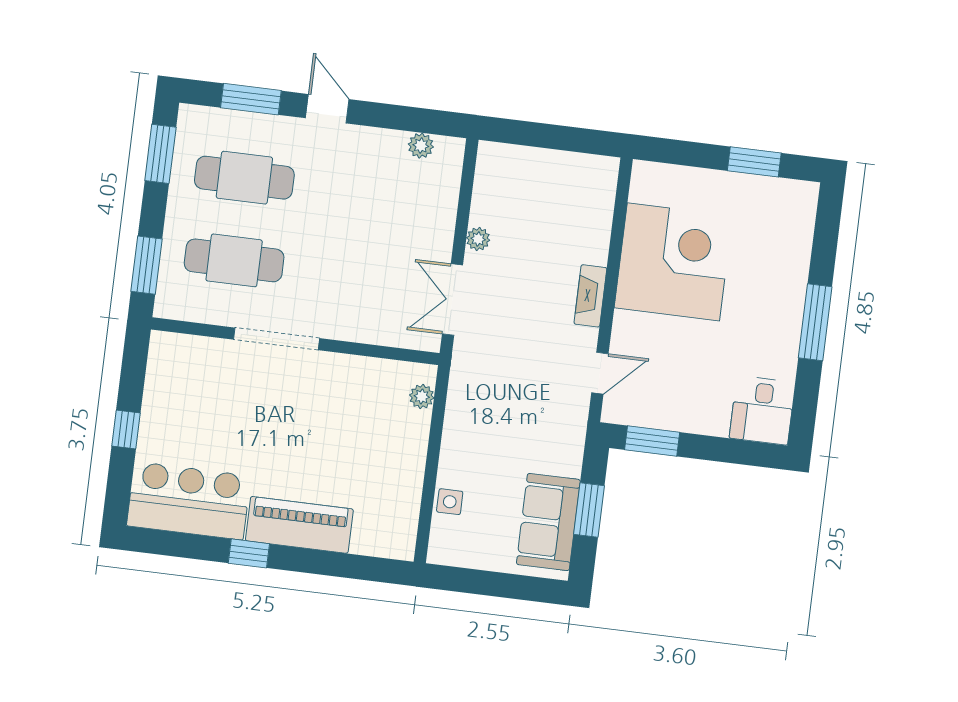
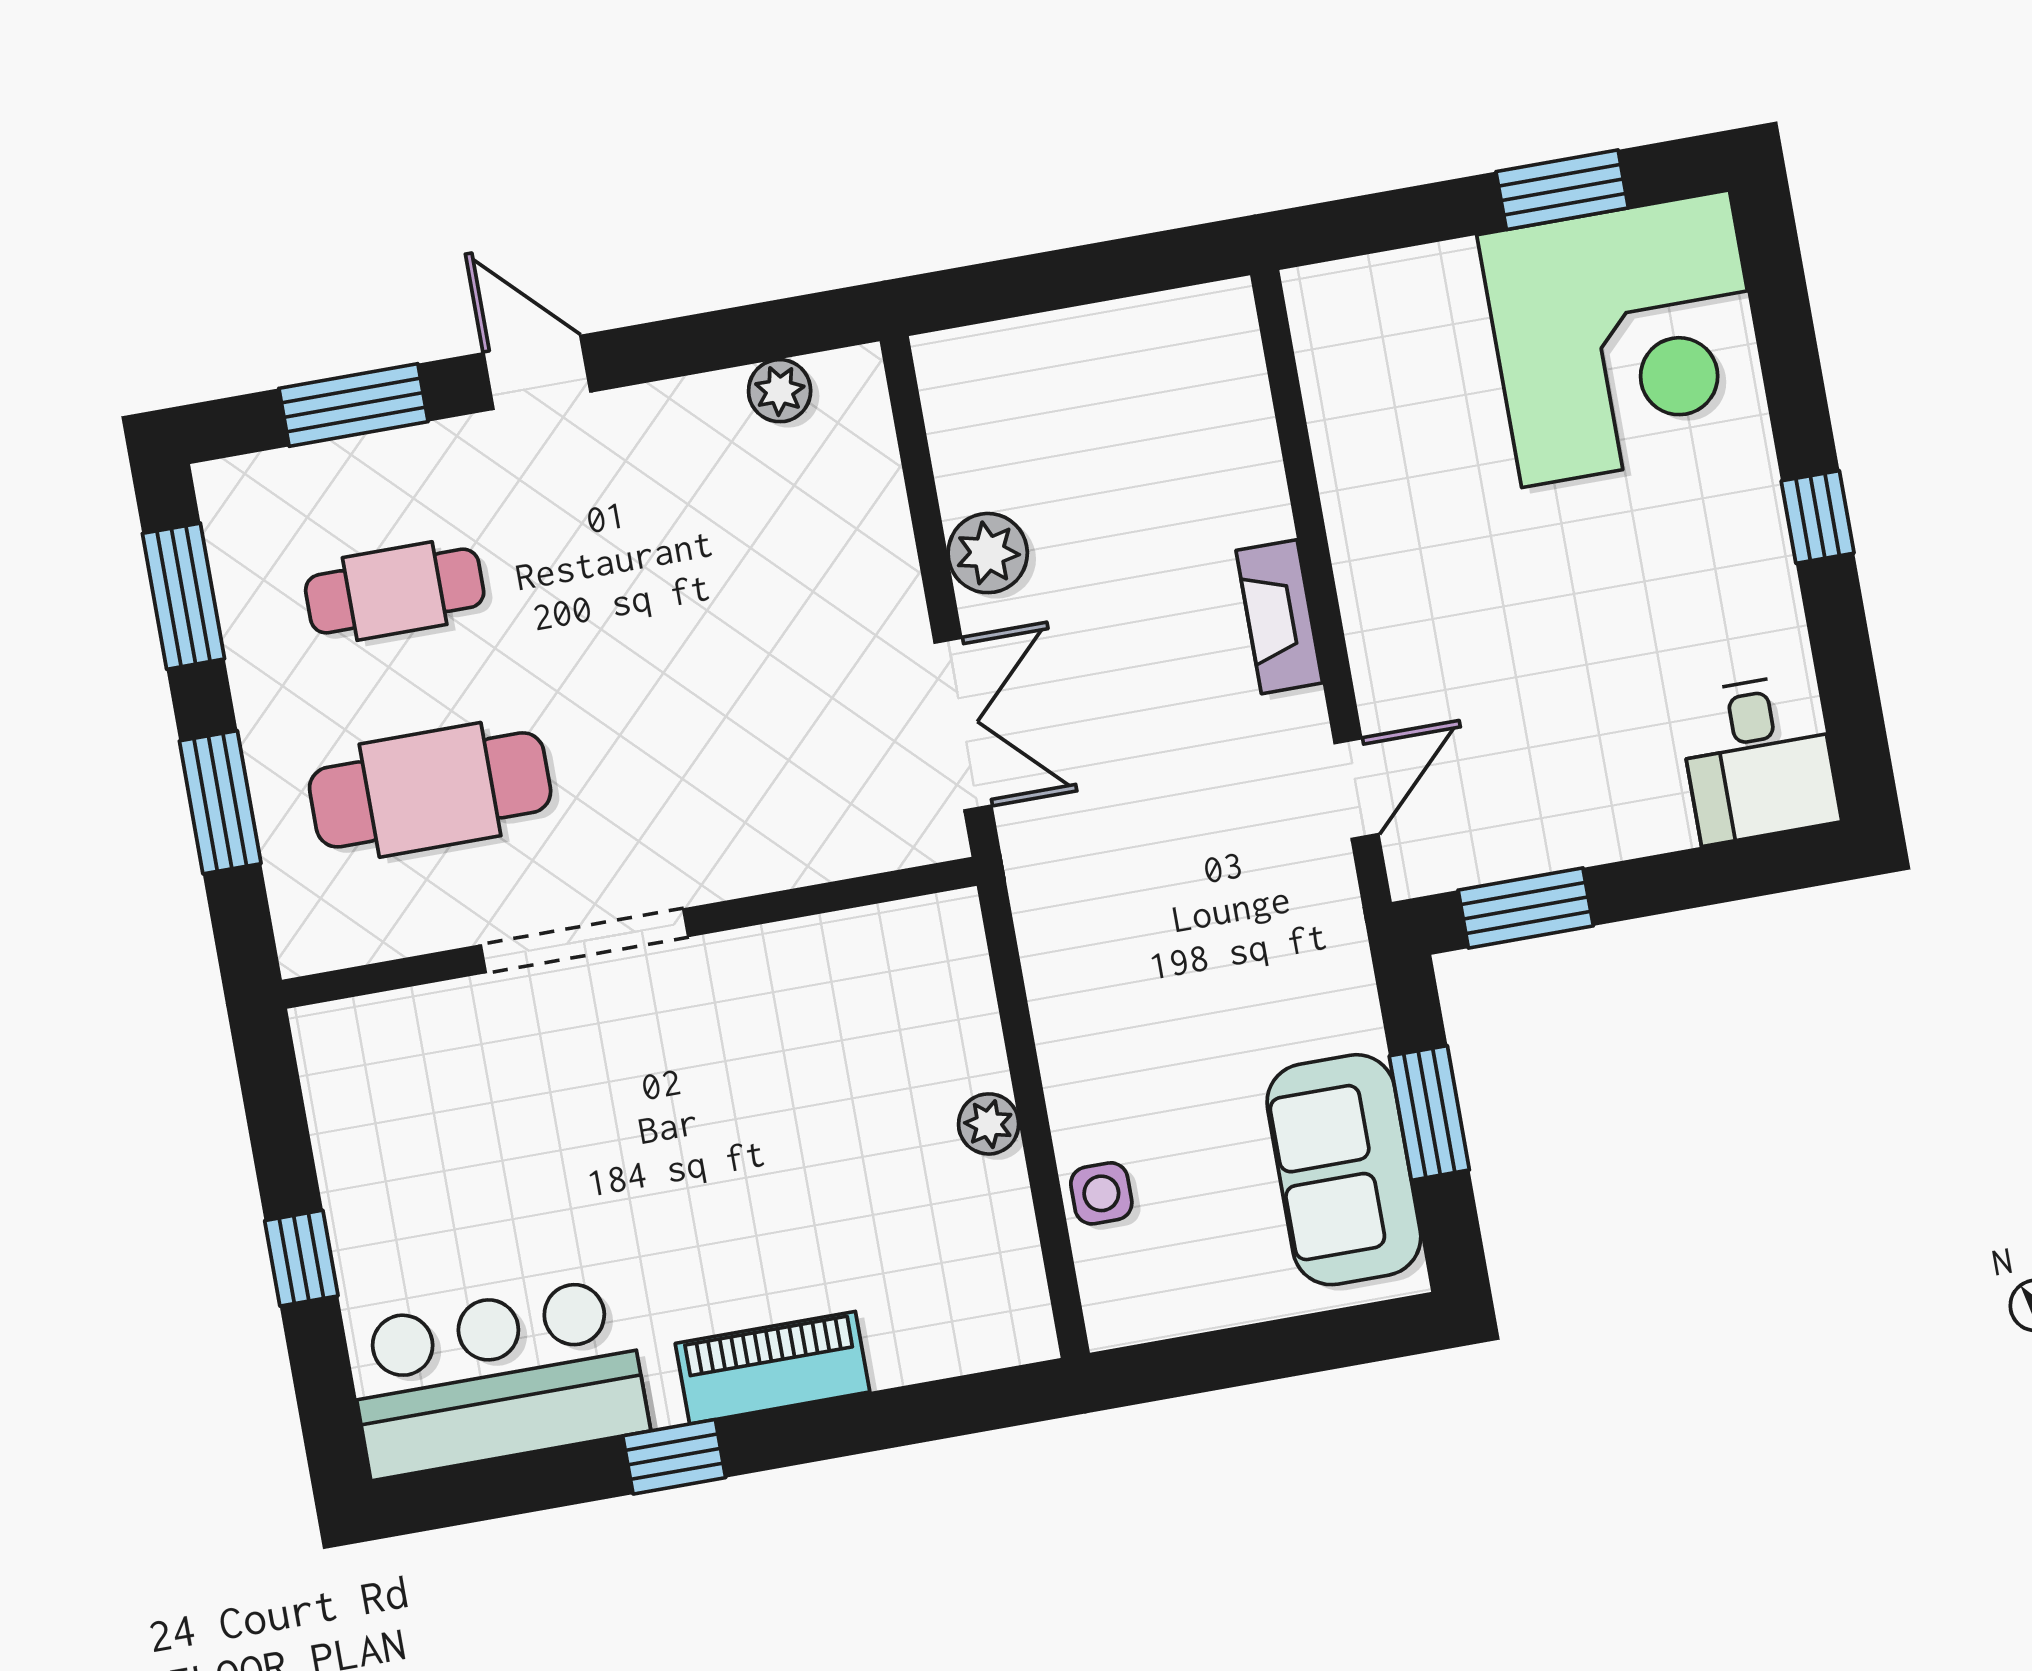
cafe table: (244, 178) -> (395, 591), width x0.73, depth x0.74
plant: (478, 239) -> (988, 553), width x1.38, depth x1.38
corner desk: (673, 262) -> (1626, 339), moved, turned 90
window: (147, 265) -> (220, 802), moved
double door: (452, 300) -> (963, 724), swing flipped
window: (815, 322) -> (1818, 517), width x0.46
plant: (422, 397) -> (989, 1124), moved
piano: (299, 525) -> (773, 1368), width x0.73, depth x0.75

